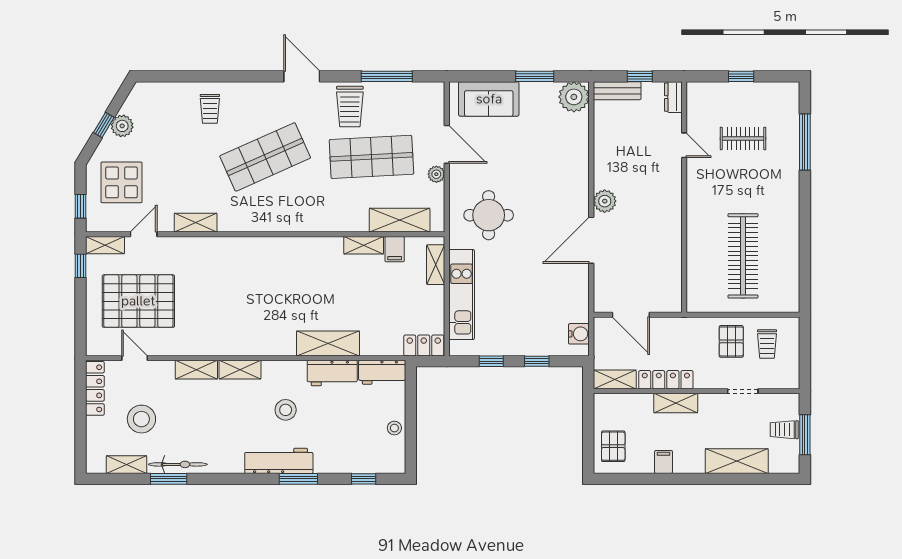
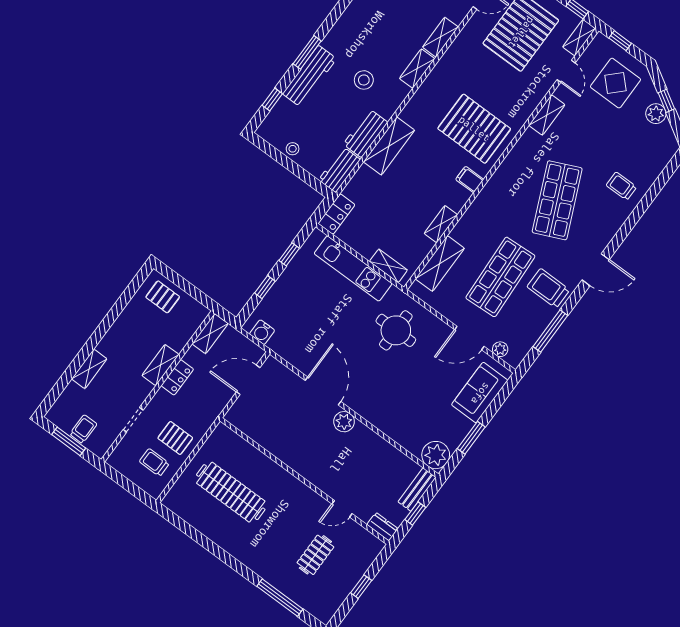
plant: (436, 174) -> (500, 349), moved
filing cabinet: (395, 249) -> (470, 179), moved
pallet: (256, 279) -> (474, 129), added
locker: (666, 380) -> (177, 377), width x0.66
workbench: (279, 461) -> (310, 76), moved
shelving: (737, 461) -> (89, 369), width x0.67, depth x0.75
filing cabinet: (664, 462) -> (124, 325), removed

